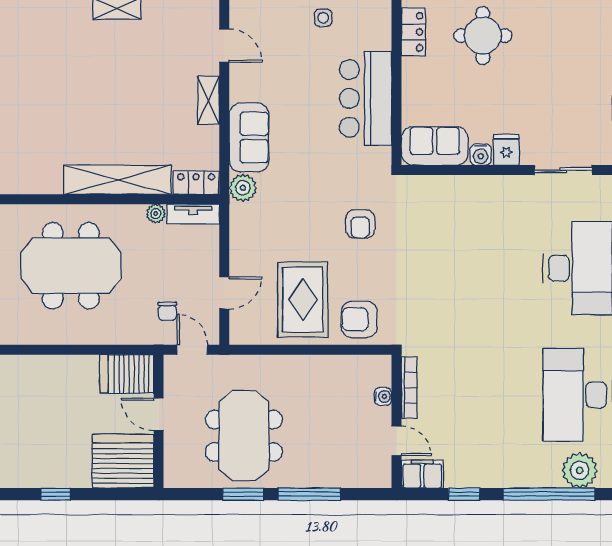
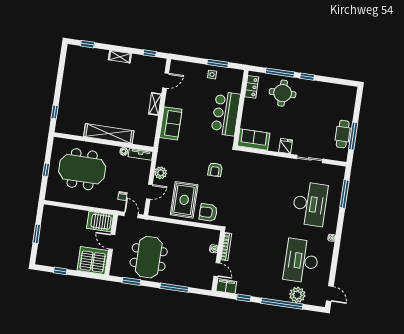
door: (224, 46) -> (166, 81), hinge flipped
water cooler: (481, 155) -> (274, 146), removed
locker: (196, 183) -> (144, 140), removed
plant: (243, 188) -> (161, 173), moved
window: (243, 494) -> (131, 281), moved

